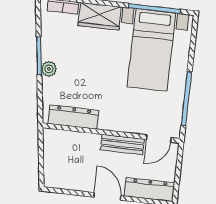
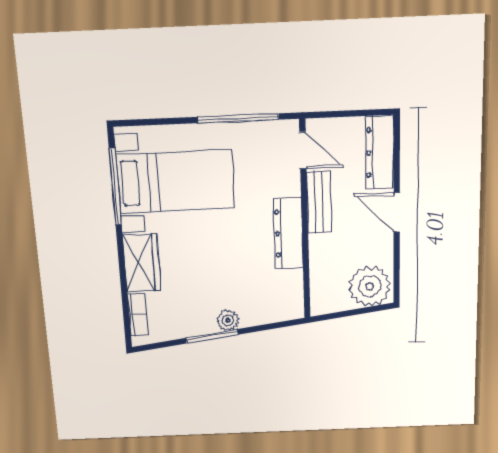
dresser: (73, 117) -> (288, 233), moved
plant: (58, 172) -> (370, 286), added
door: (107, 196) -> (397, 212), hinge flipped

